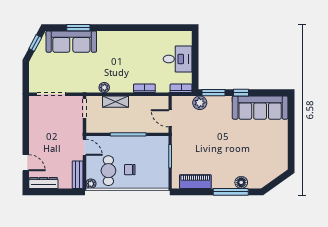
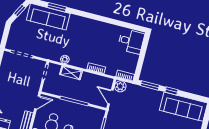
desk: (178, 59) -> (131, 41), moved
plant: (200, 103) -> (120, 86), moved
door: (84, 147) -> (37, 102), hinge flipped

